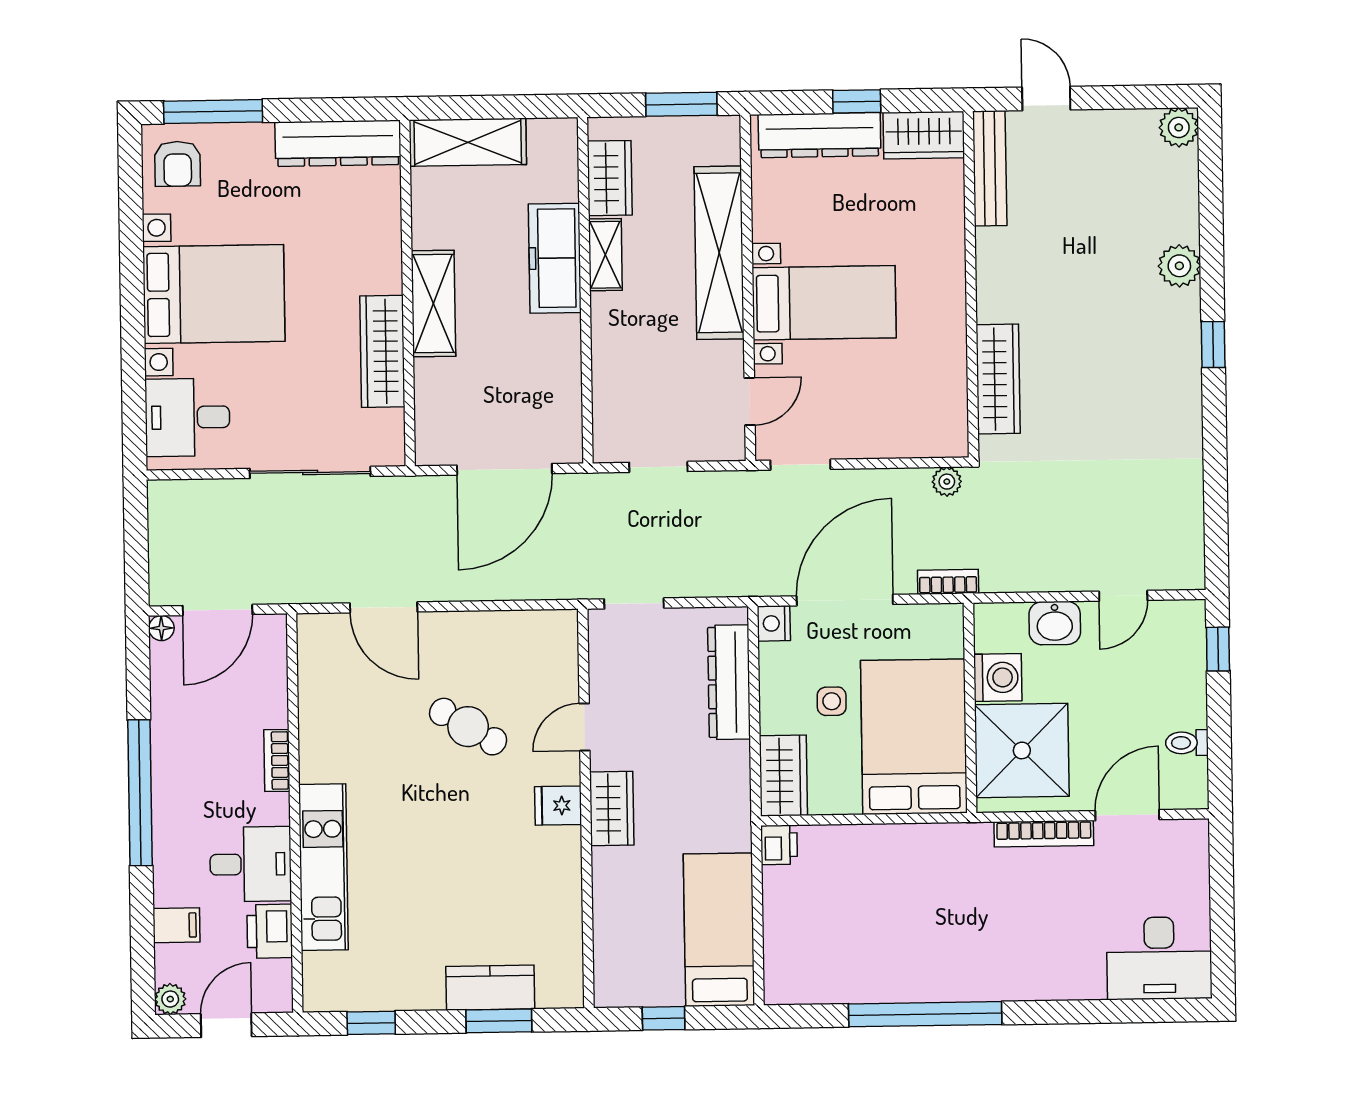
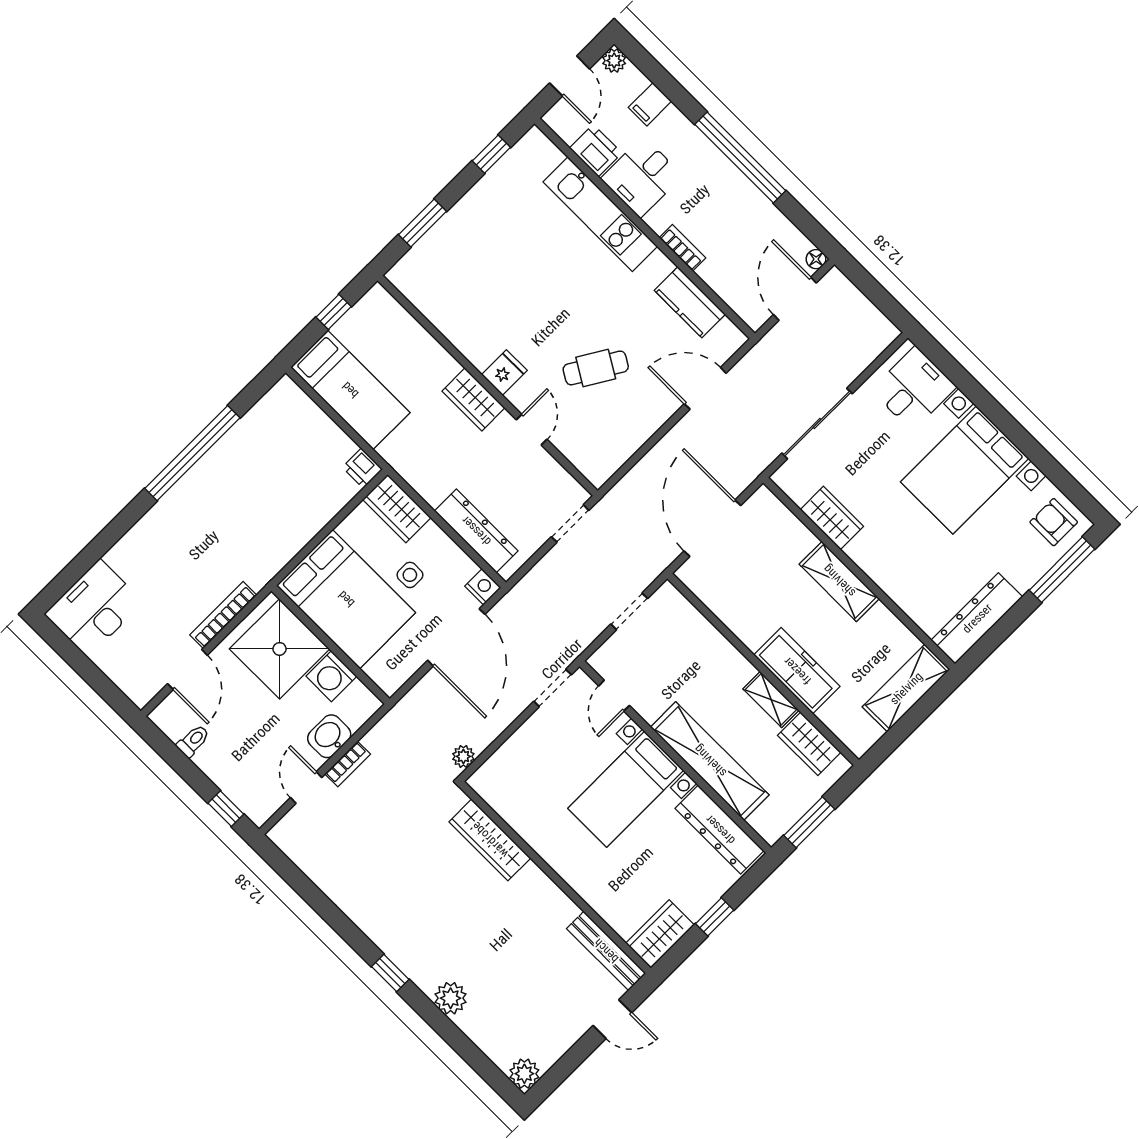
dresser: (820, 135) -> (720, 830), moved, turned -90
wardrobe: (382, 351) -> (832, 518), width x0.67
bookcase: (948, 582) -> (348, 764), moved
kitchen counter: (490, 988) -> (690, 302), moved, turned 90

